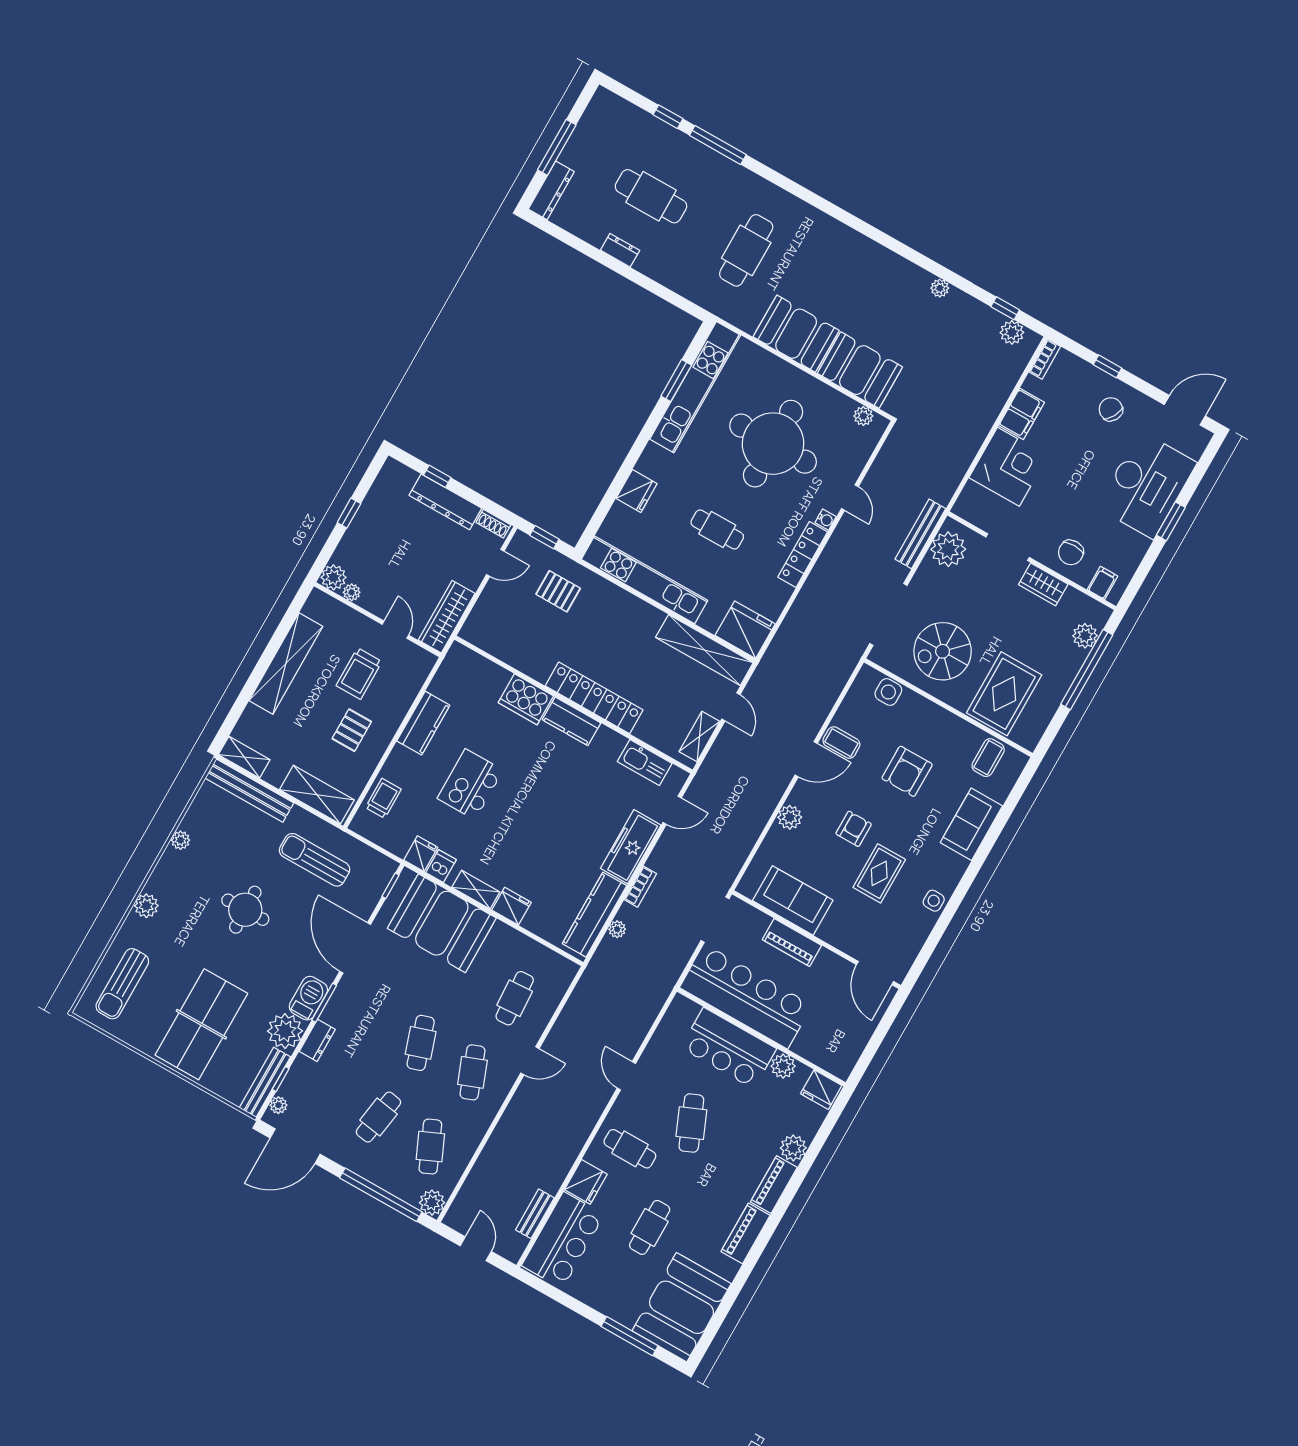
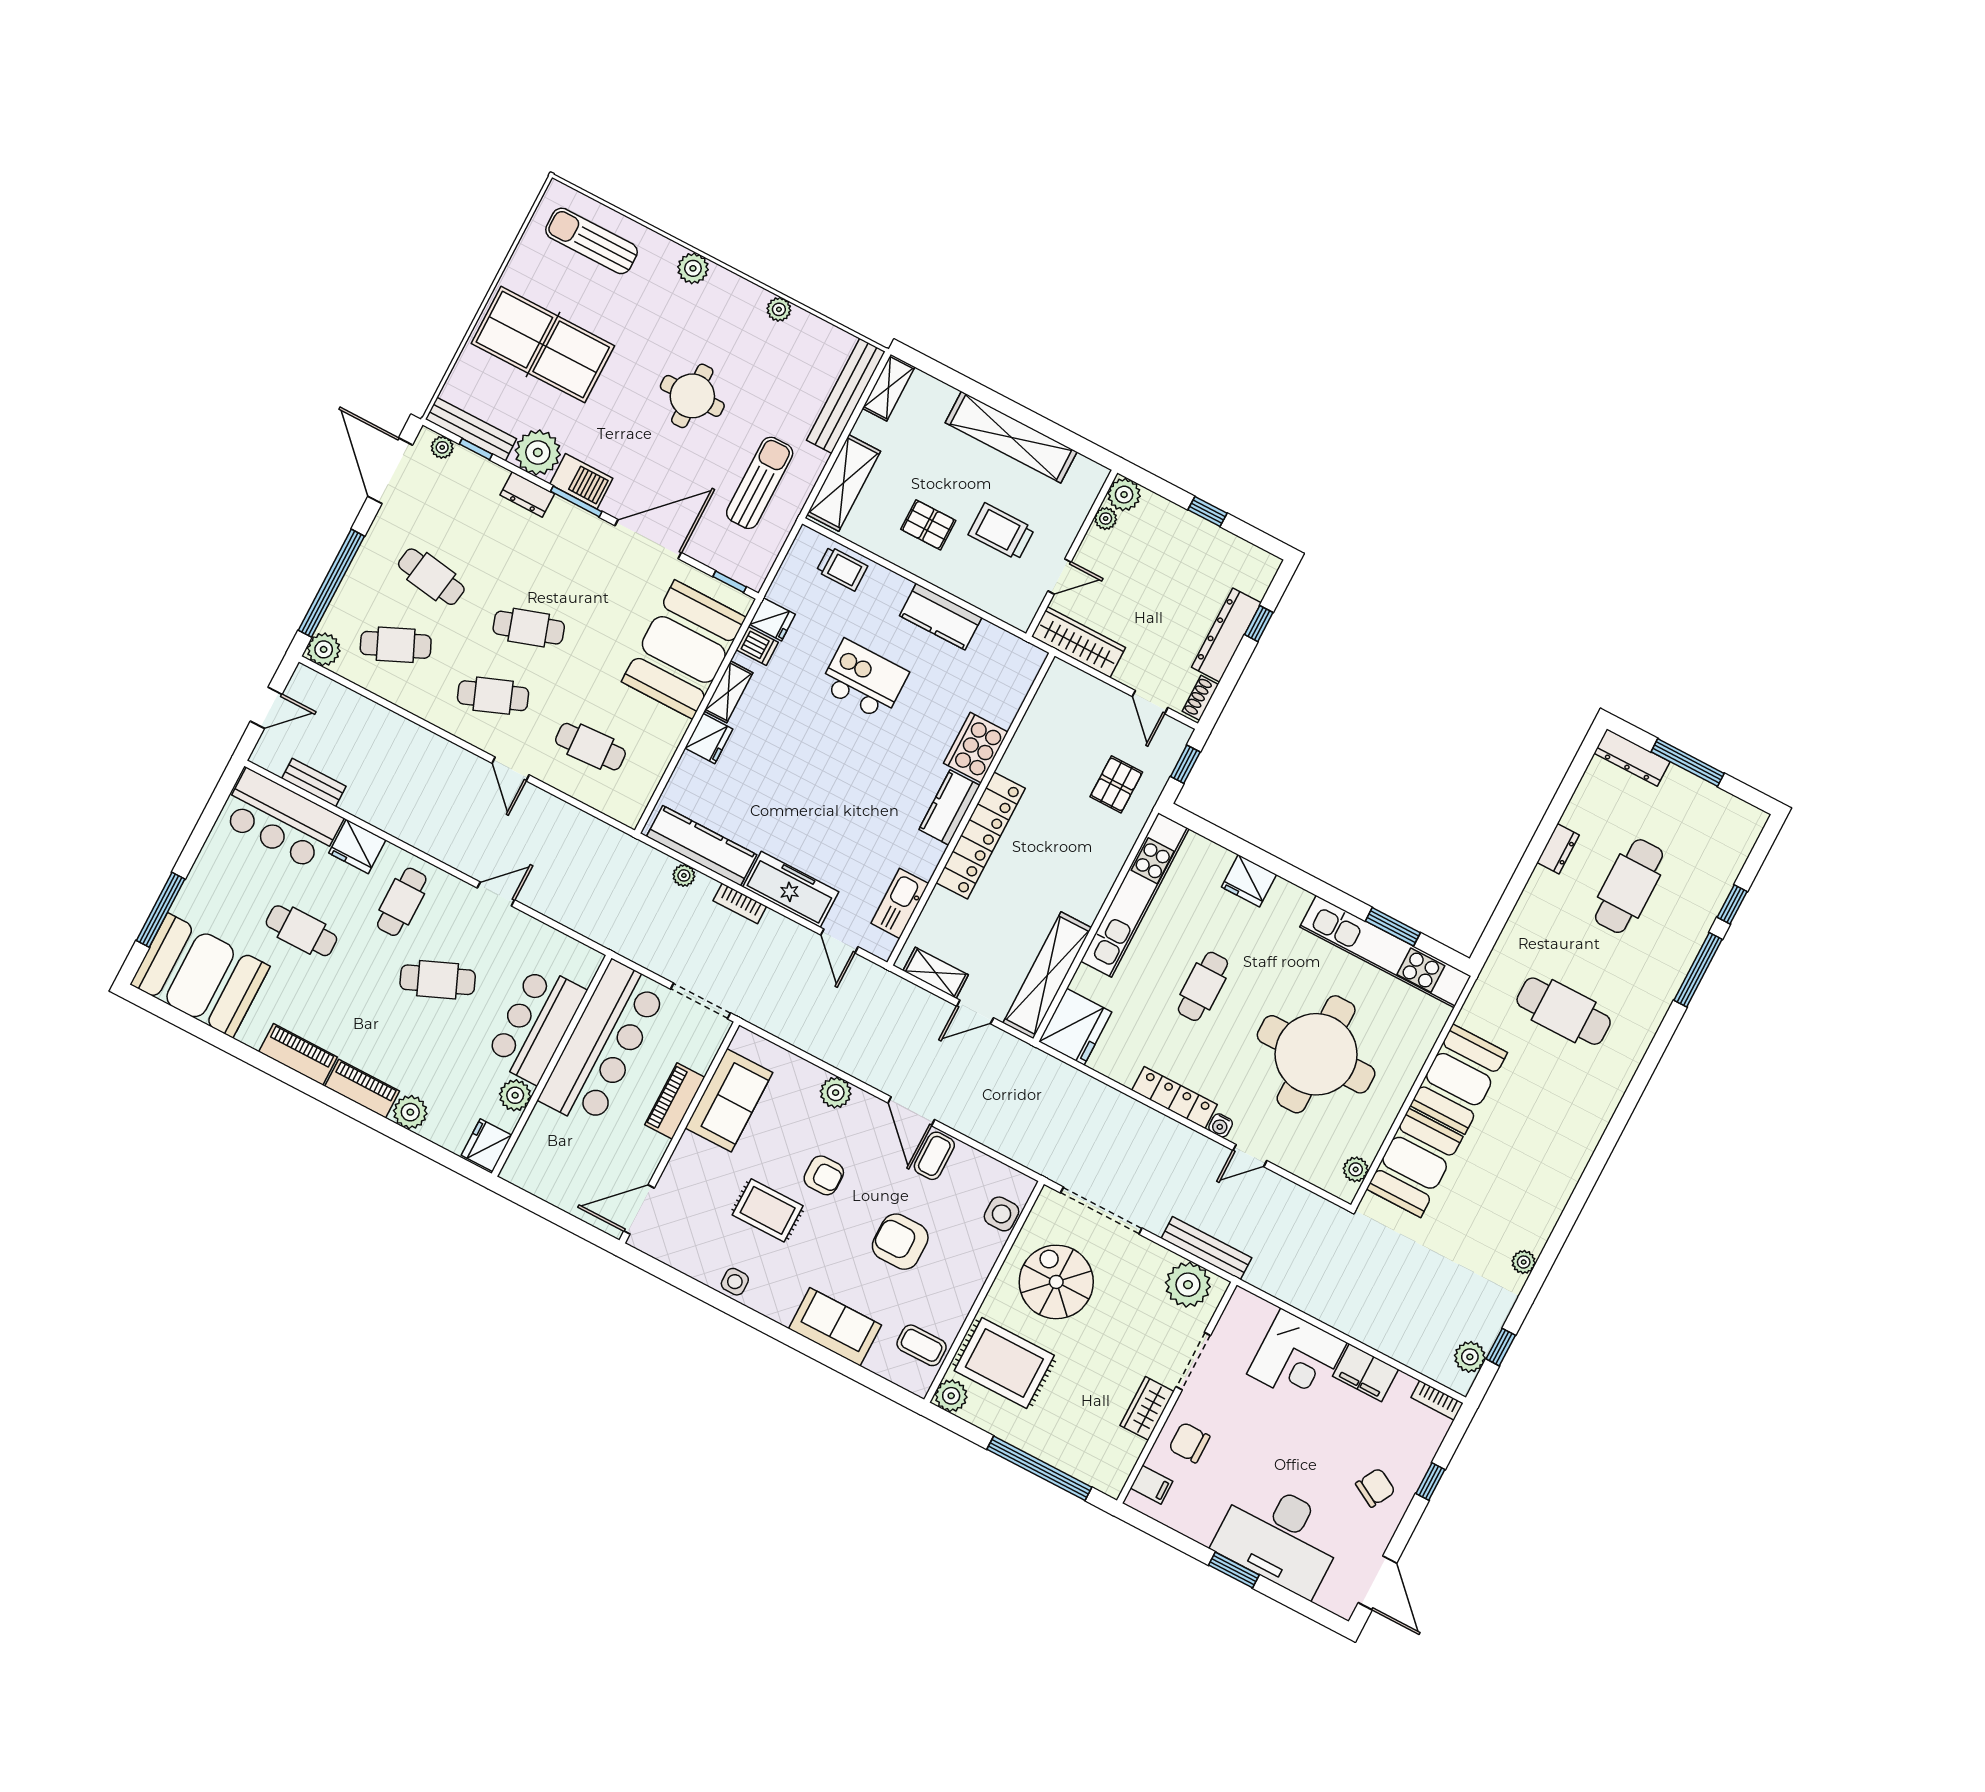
plant: (1085, 636) -> (951, 1396), moved

